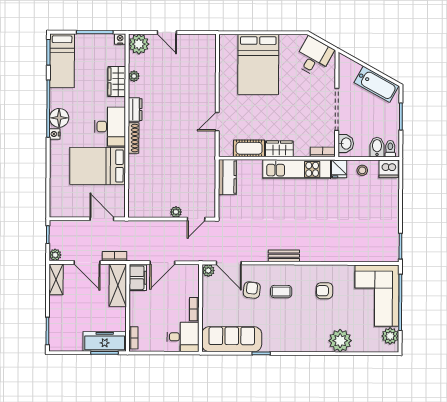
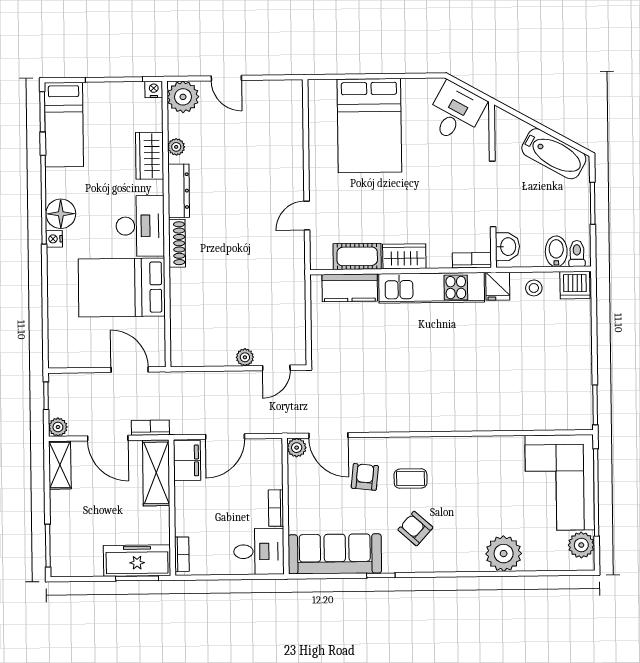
dresser: (135, 110) -> (179, 191), width x1.44
kitchen counter: (227, 177) -> (350, 288), moved, turned 90
bench: (284, 256) -> (414, 423), removed
armchair: (324, 291) -> (415, 529), moved, turned 42

